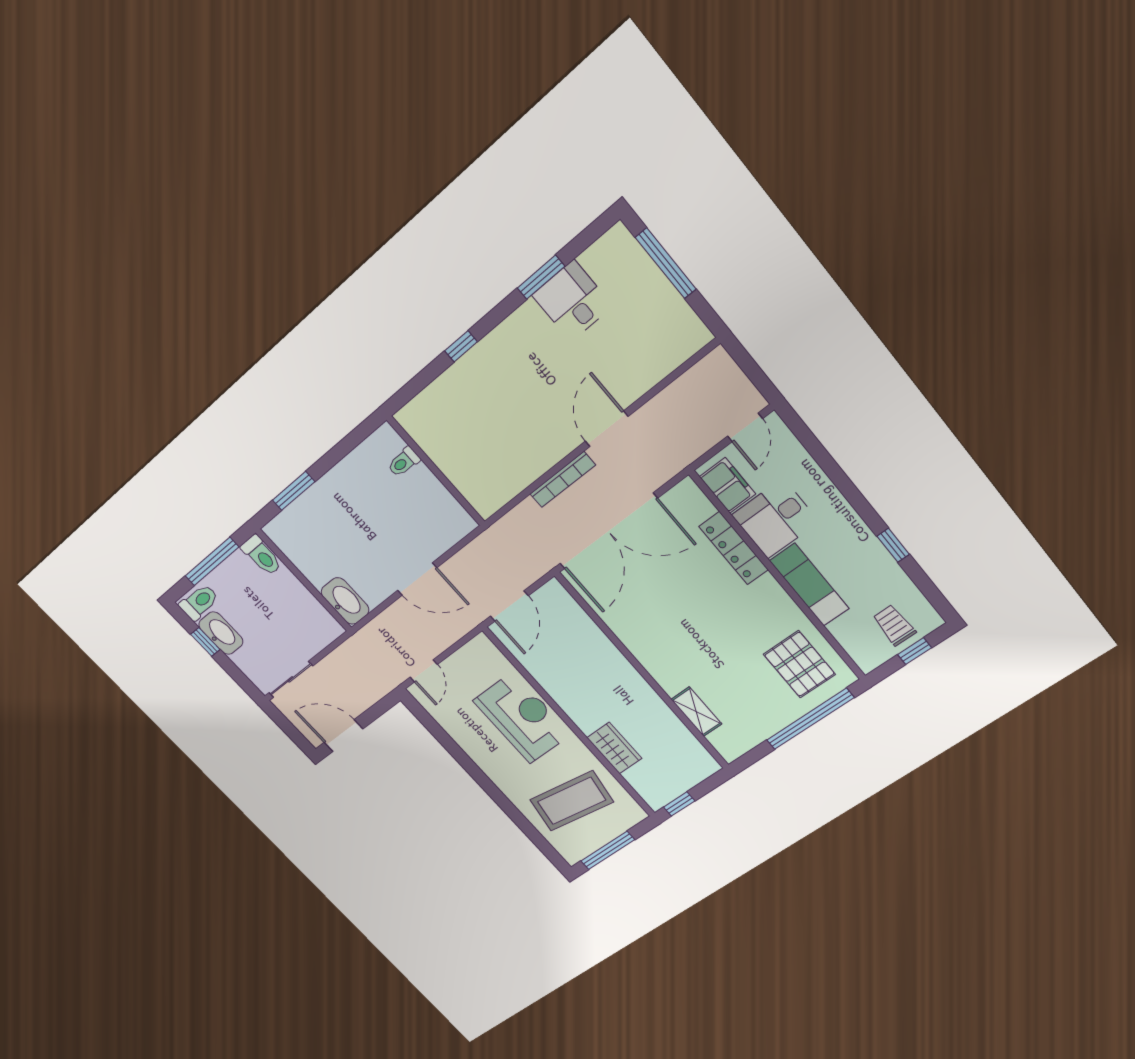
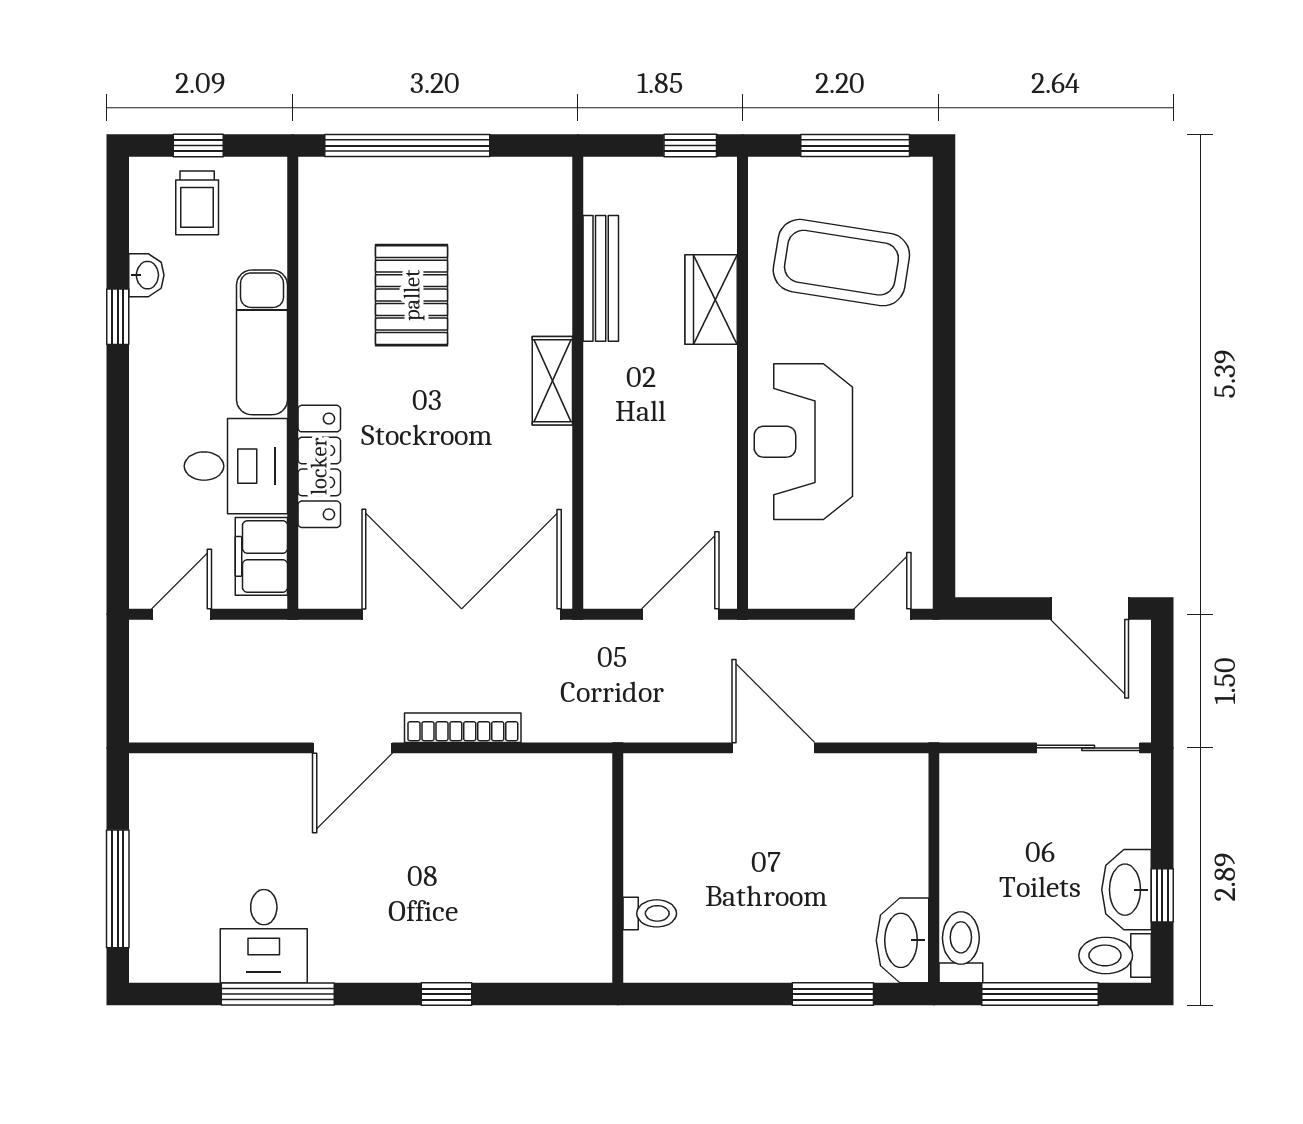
window: (541, 277) -> (278, 994), width x1.44
washbasin: (894, 575) -> (146, 275), added
washbasin: (345, 601) -> (902, 940), moved
pallet: (799, 664) -> (412, 295), moved
shelving: (696, 712) -> (552, 381), moved
bench: (671, 723) -> (601, 278), added

